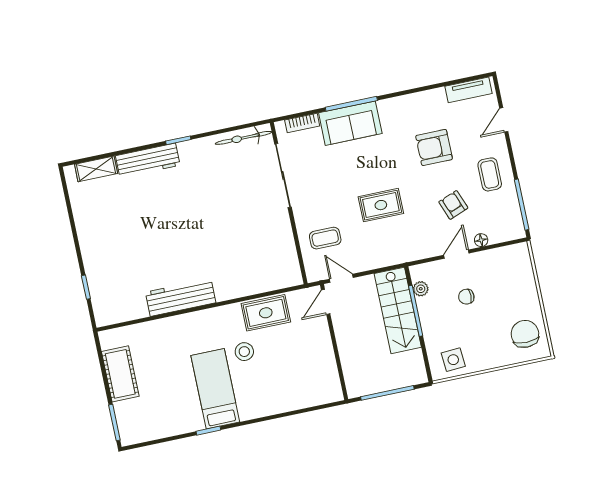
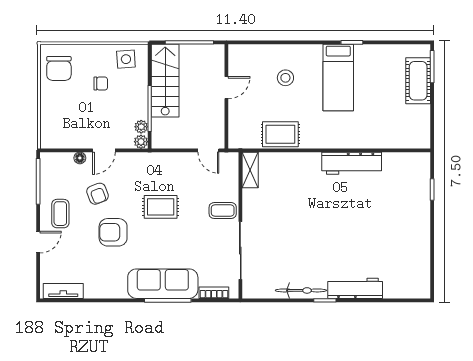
door: (504, 120) -> (38, 242), moved
sofa: (350, 123) -> (163, 284), width x1.36
bicycle: (244, 138) -> (301, 290), moved
armchair: (434, 147) -> (113, 232), moved, turned 180
shelving: (96, 169) -> (250, 170), moved, turned 90
coffee table: (325, 238) -> (223, 211), moved
plant: (418, 272) -> (141, 142), added
chair: (466, 297) -> (101, 84), moved
door: (326, 302) -> (226, 88), moved
stairs: (398, 310) -> (165, 81), moved
stool: (244, 352) -> (285, 78), moved
cot: (120, 374) -> (418, 81), moved

